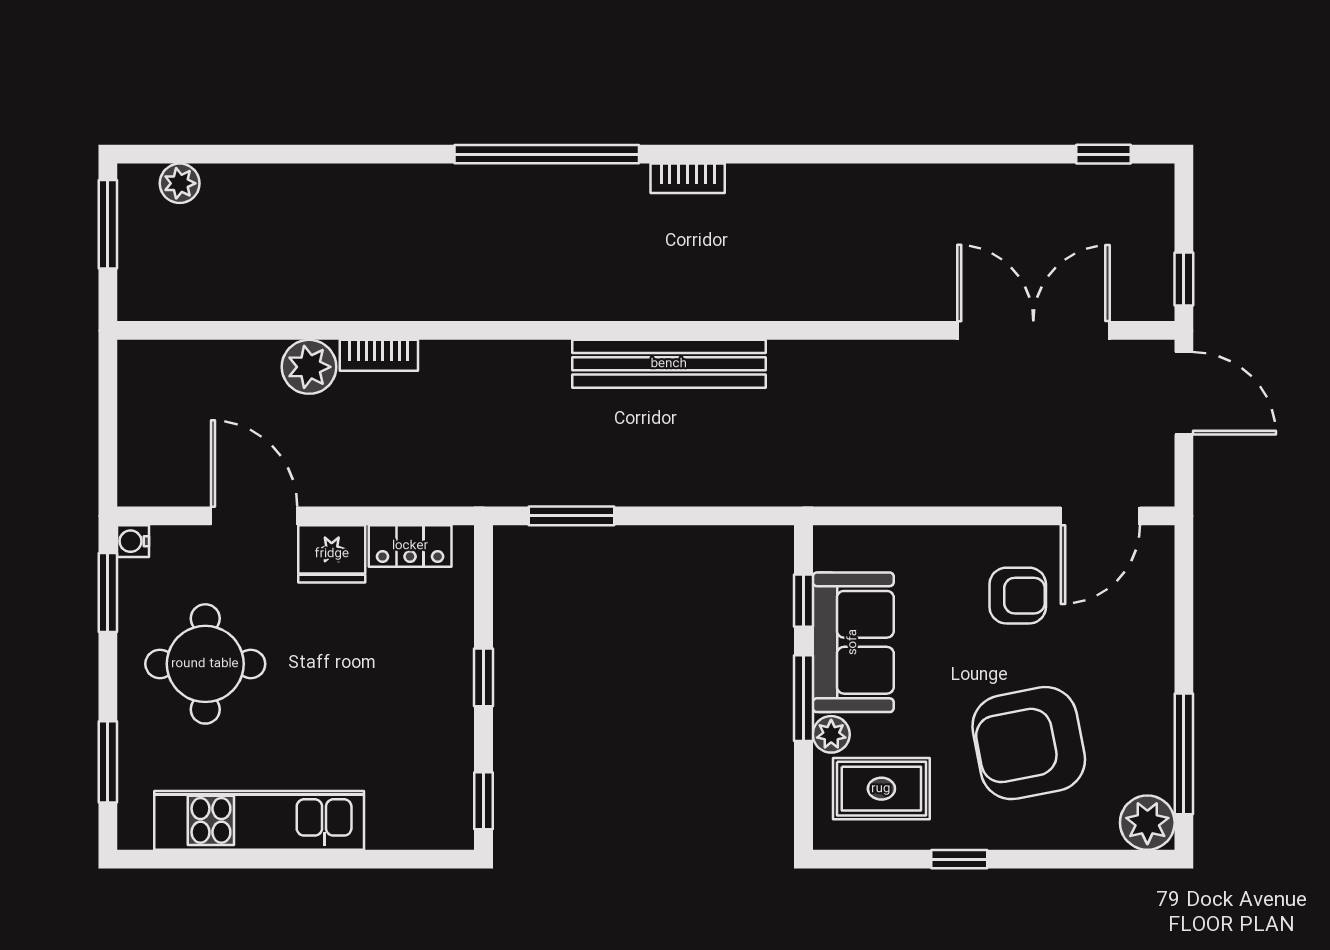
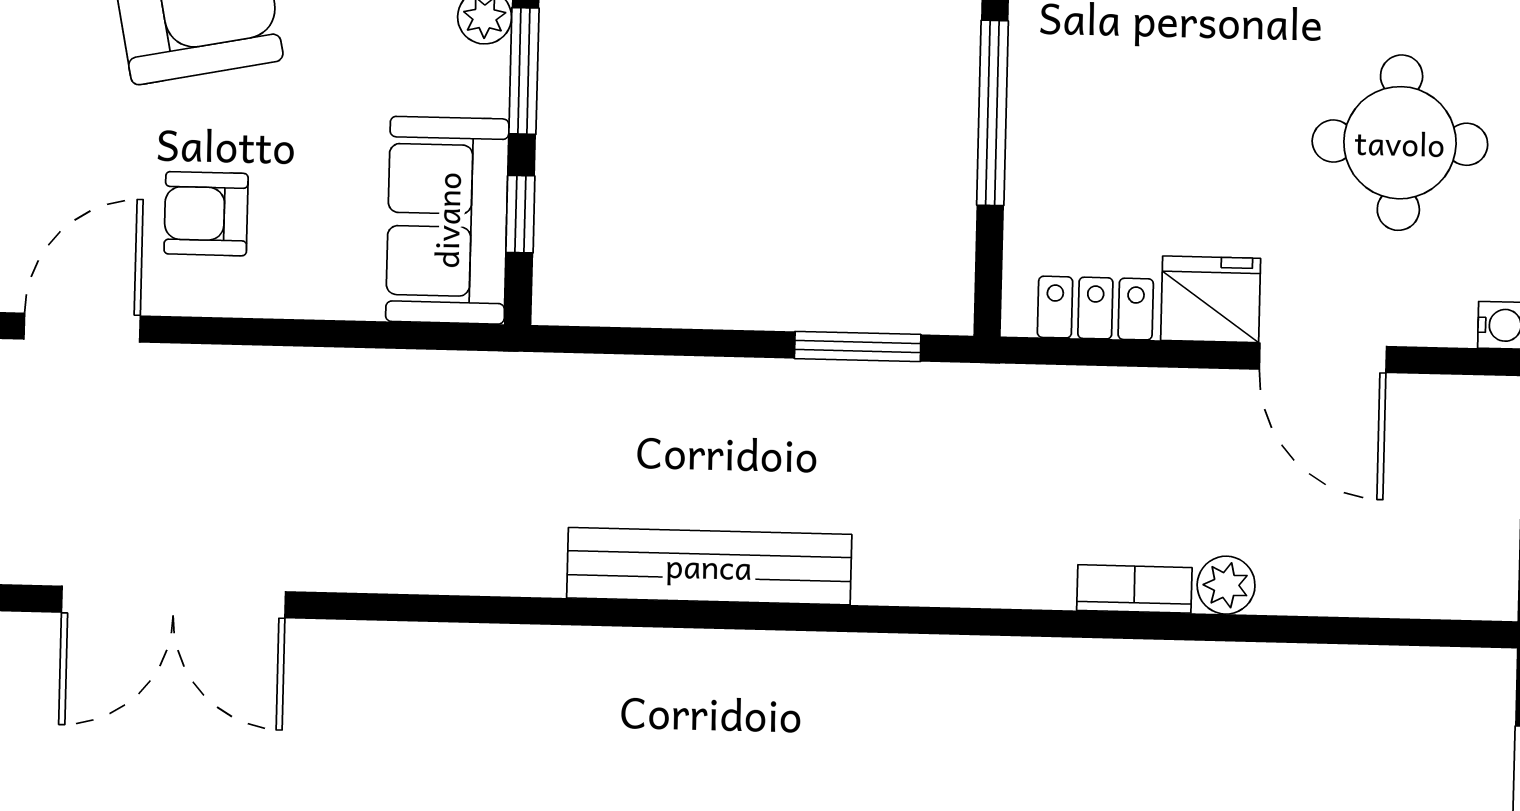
plant: (309, 367) -> (1226, 585), width x0.73, depth x0.73
sofa: (853, 642) -> (447, 220), moved
window: (483, 677) -> (992, 113), width x2.17

